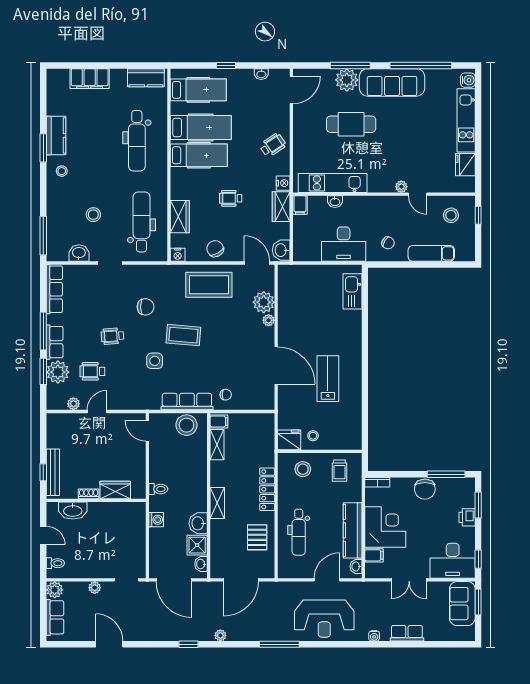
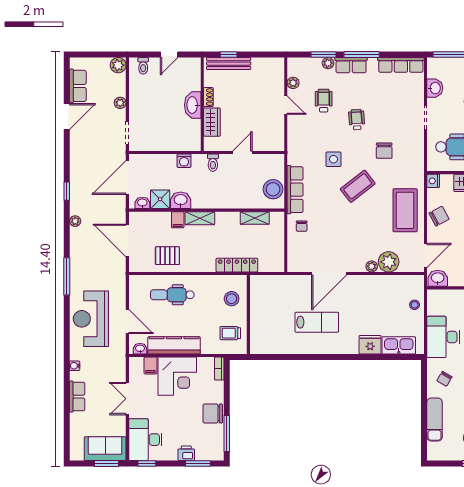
coffee table: (183, 335) -> (358, 186), turned 47
plant: (58, 372) -> (328, 63), width x0.53, depth x0.53
filing cabinet: (219, 421) -> (178, 220), moved
door: (147, 431) -> (242, 152), moved
stool: (313, 436) -> (415, 305), moved
fridge: (289, 440) -> (370, 345), moved, turned -90
locker: (267, 489) -> (237, 265), moved
washbasin: (73, 511) -> (193, 105), moved
row of seats: (55, 617) -> (78, 86), moved, turned -90

